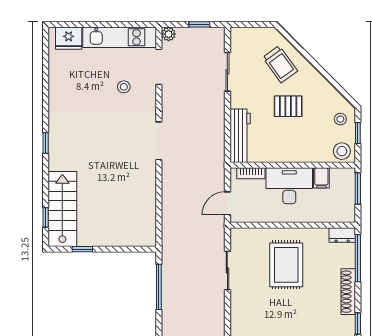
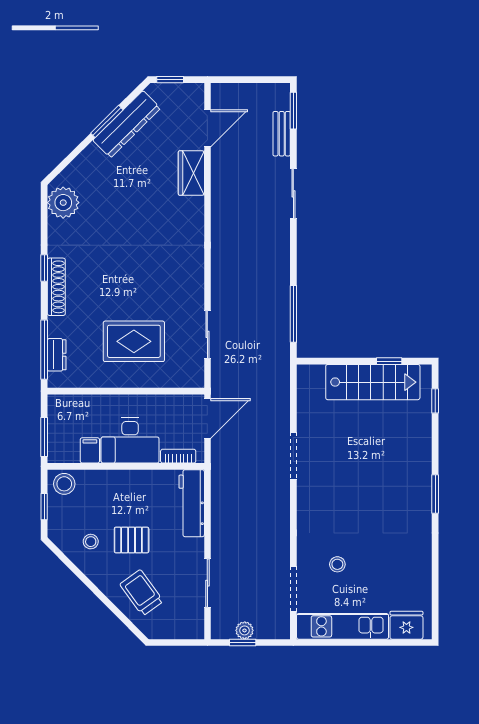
plant: (169, 34) -> (245, 630), moved
stool: (340, 119) -> (91, 542), moved
doorway: (159, 141) -> (293, 456), moved
window: (46, 143) -> (435, 494), width x1.50
door: (227, 203) -> (207, 418), width x1.37
stairs: (62, 209) -> (373, 382), moved, turned -90
dresser: (342, 235) -> (57, 355), moved, turned 90
rug: (286, 265) -> (134, 341), turned 90
shoe rack: (348, 292) -> (56, 287), moved

